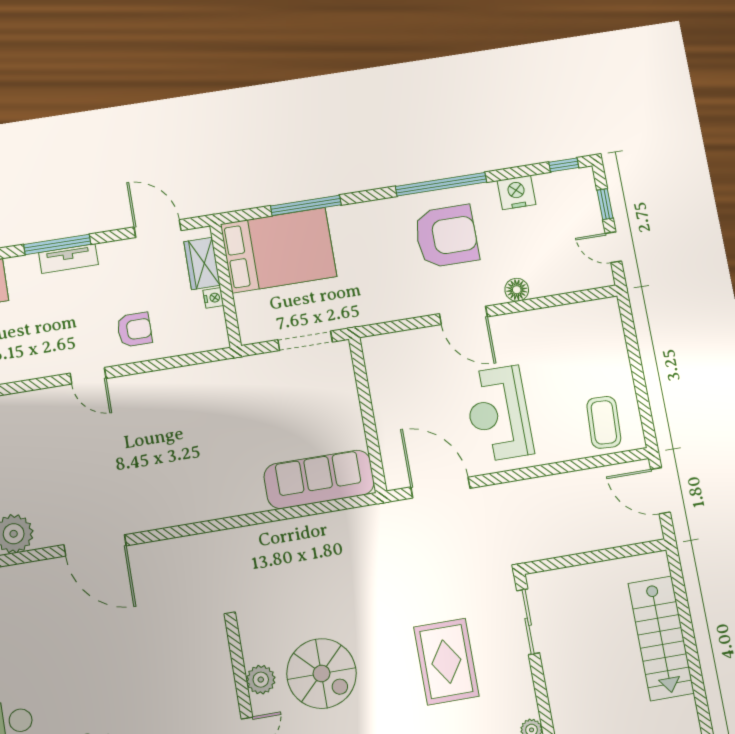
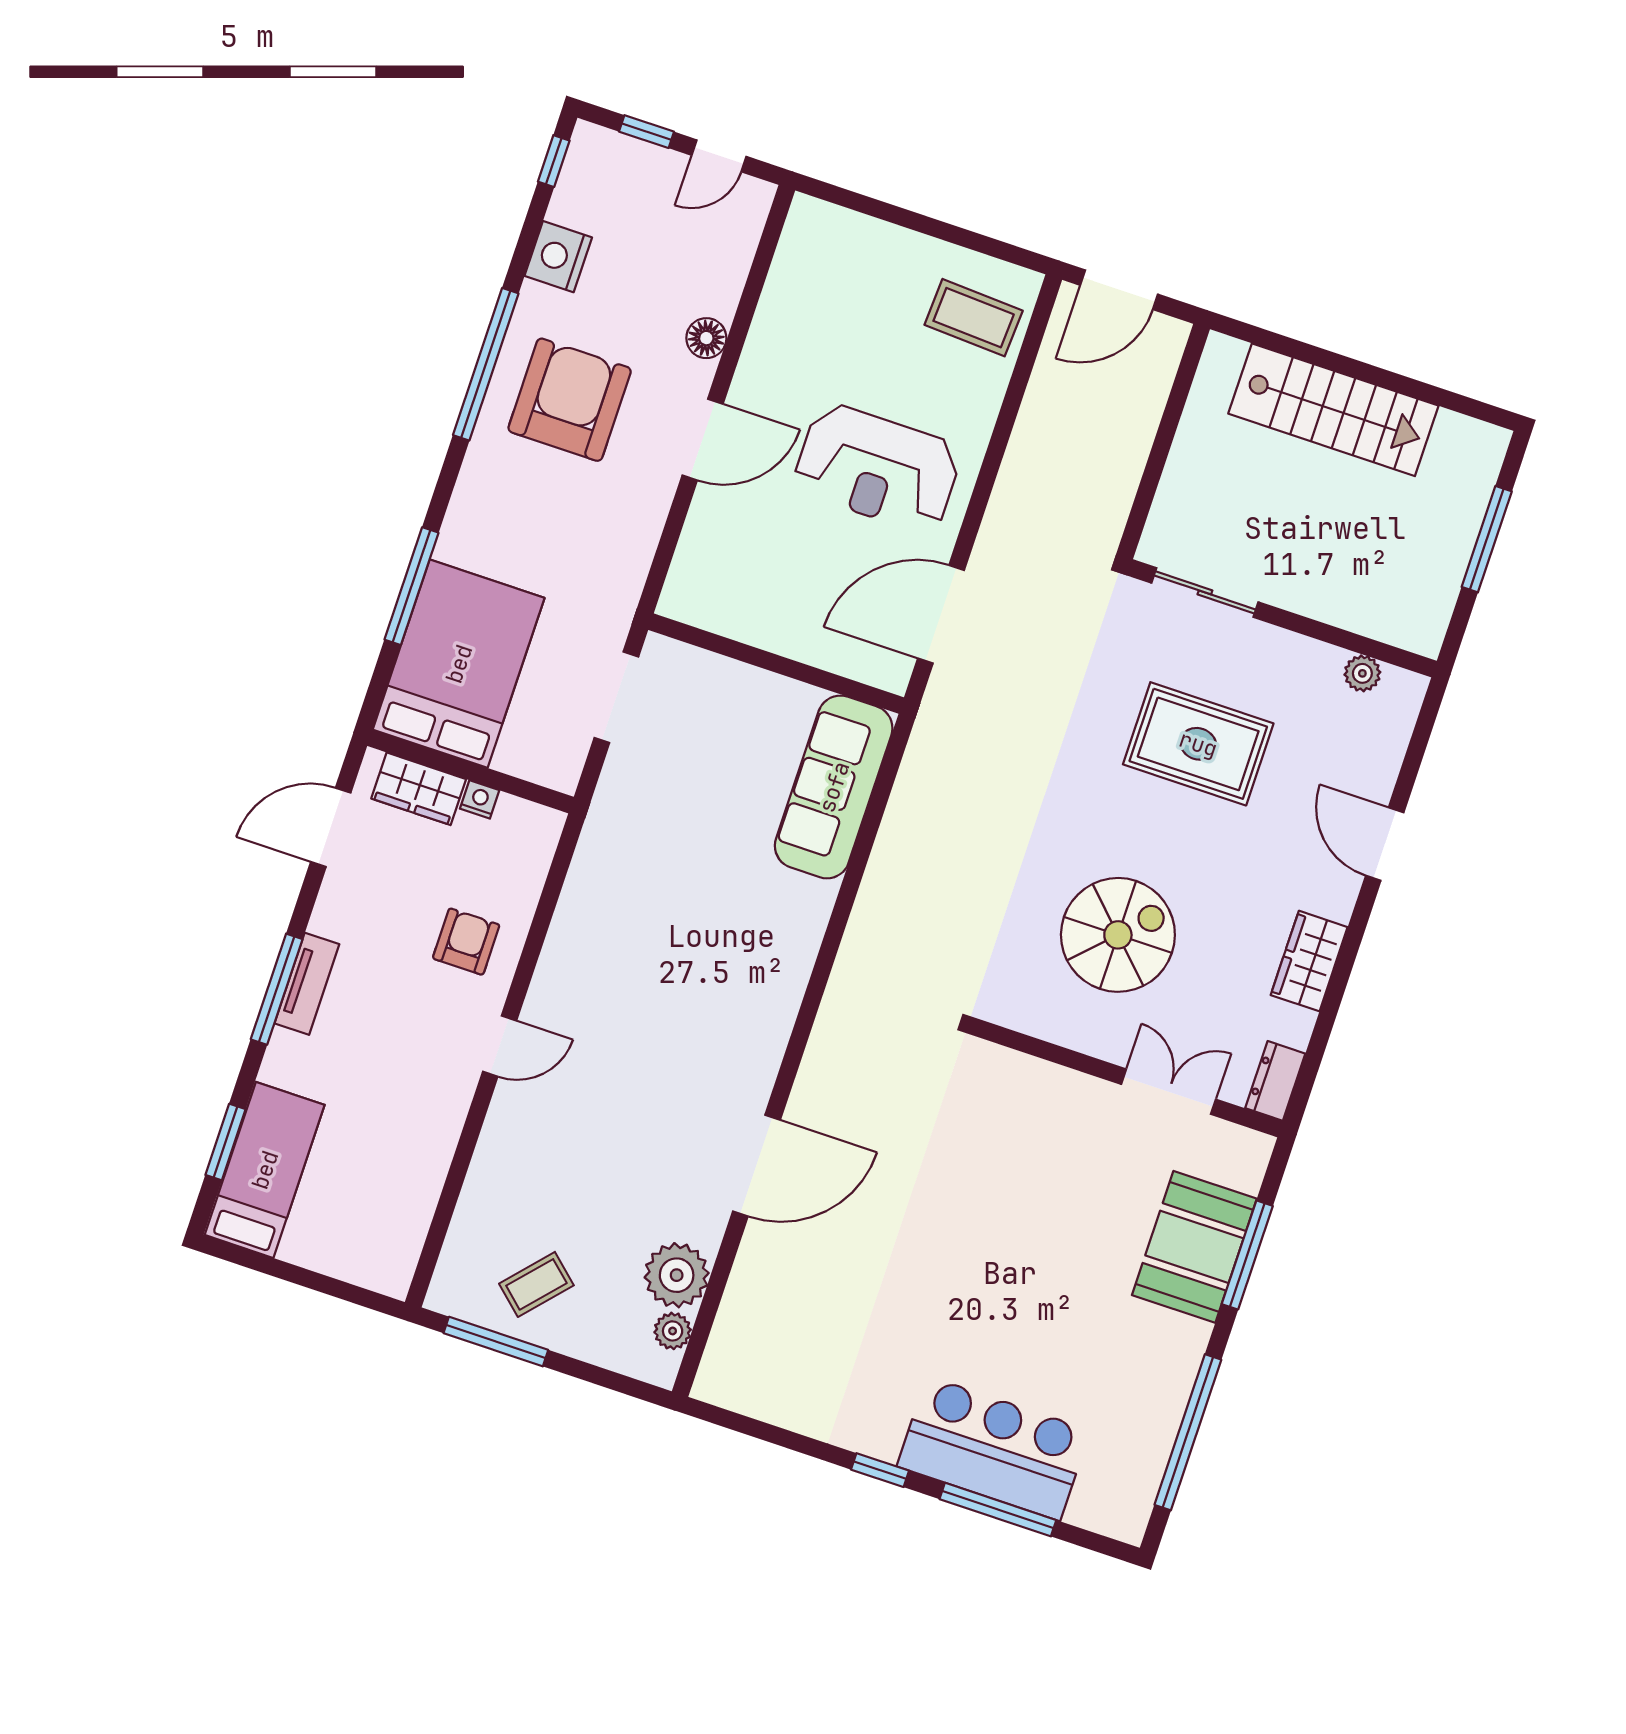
plant: (261, 680) -> (1080, 1028), removed

